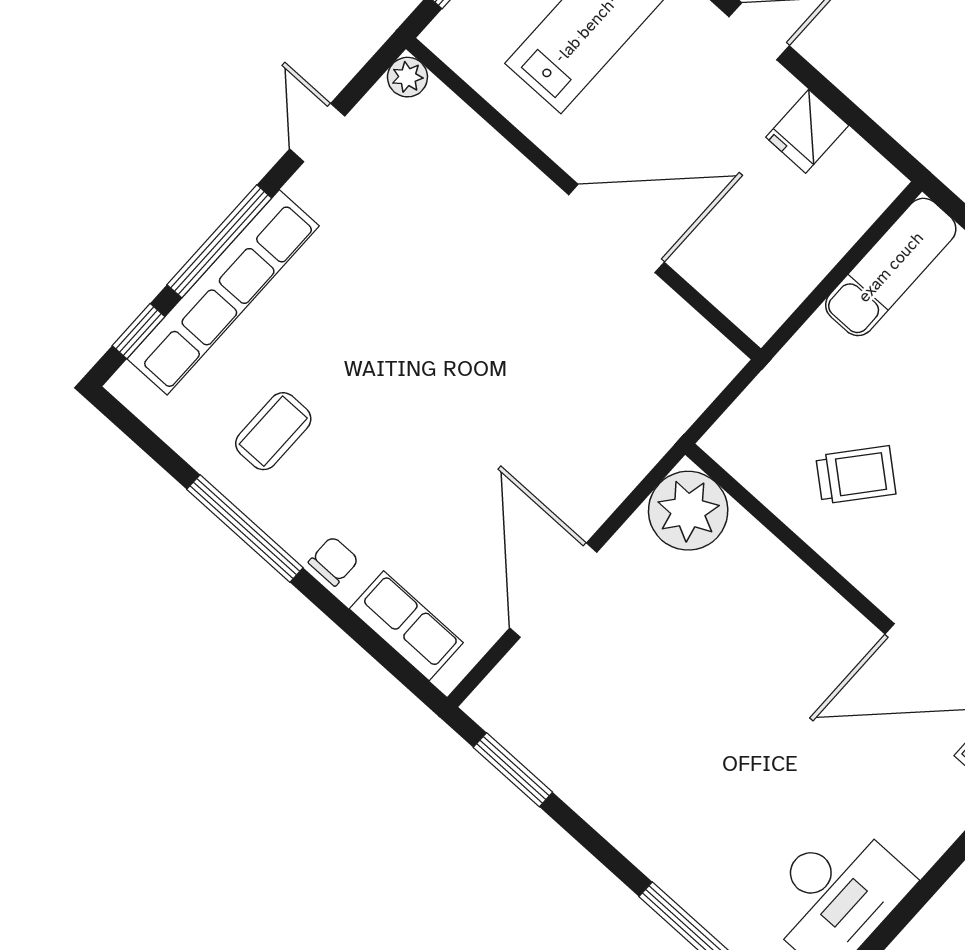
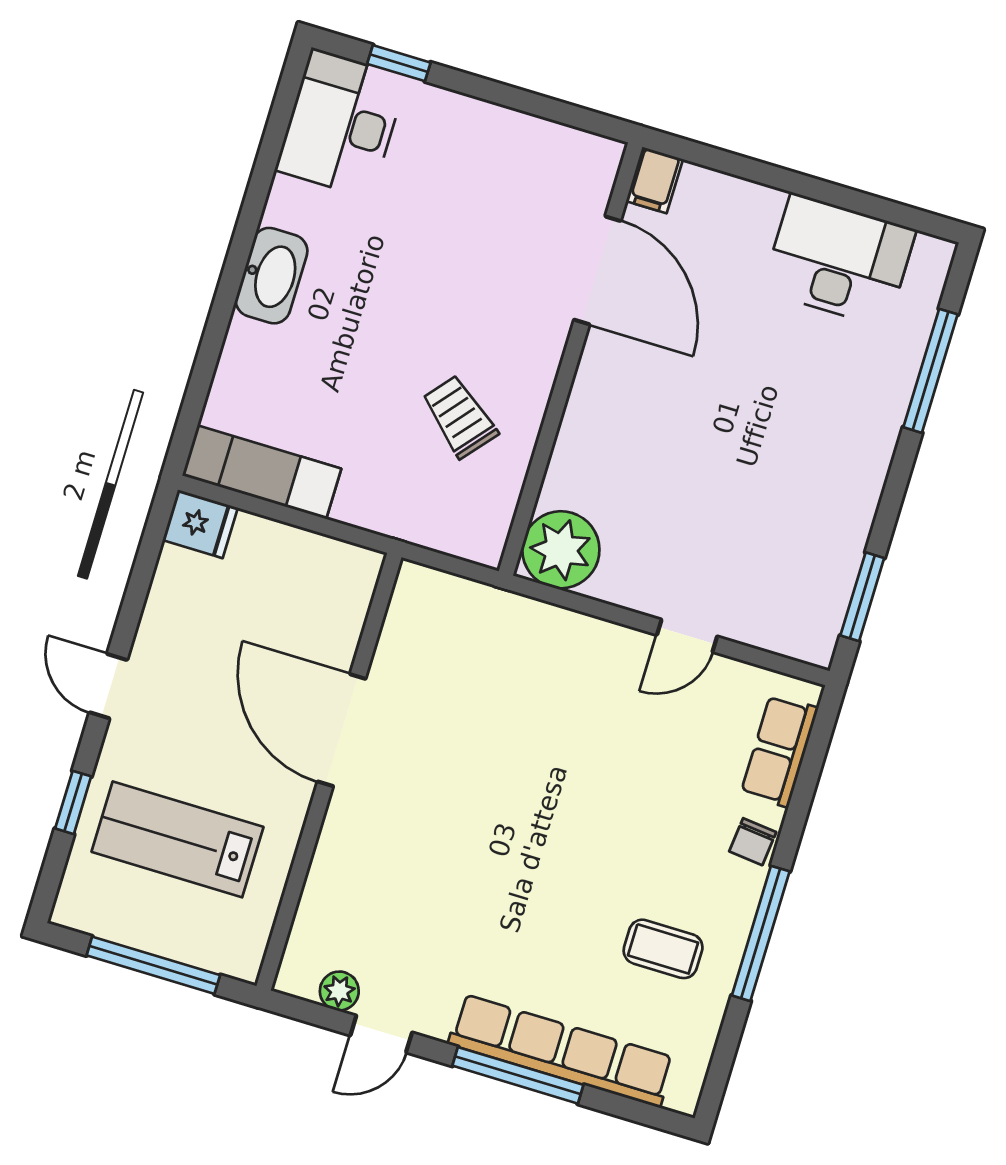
plant: (407, 77) -> (339, 991), moved
fridge: (807, 131) -> (200, 524), moved
window: (139, 331) -> (631, 1109), removed
chair: (334, 561) -> (753, 842), turned -84
door: (553, 590) -> (687, 636), width x0.53

